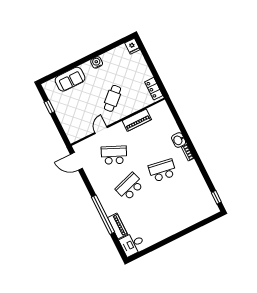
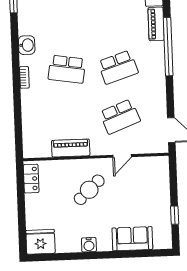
fridge: (132, 46) -> (40, 242), width x1.88, depth x1.34
washbasin: (179, 140) -> (27, 45), moved
school desk: (114, 155) -> (120, 117), turned -45

